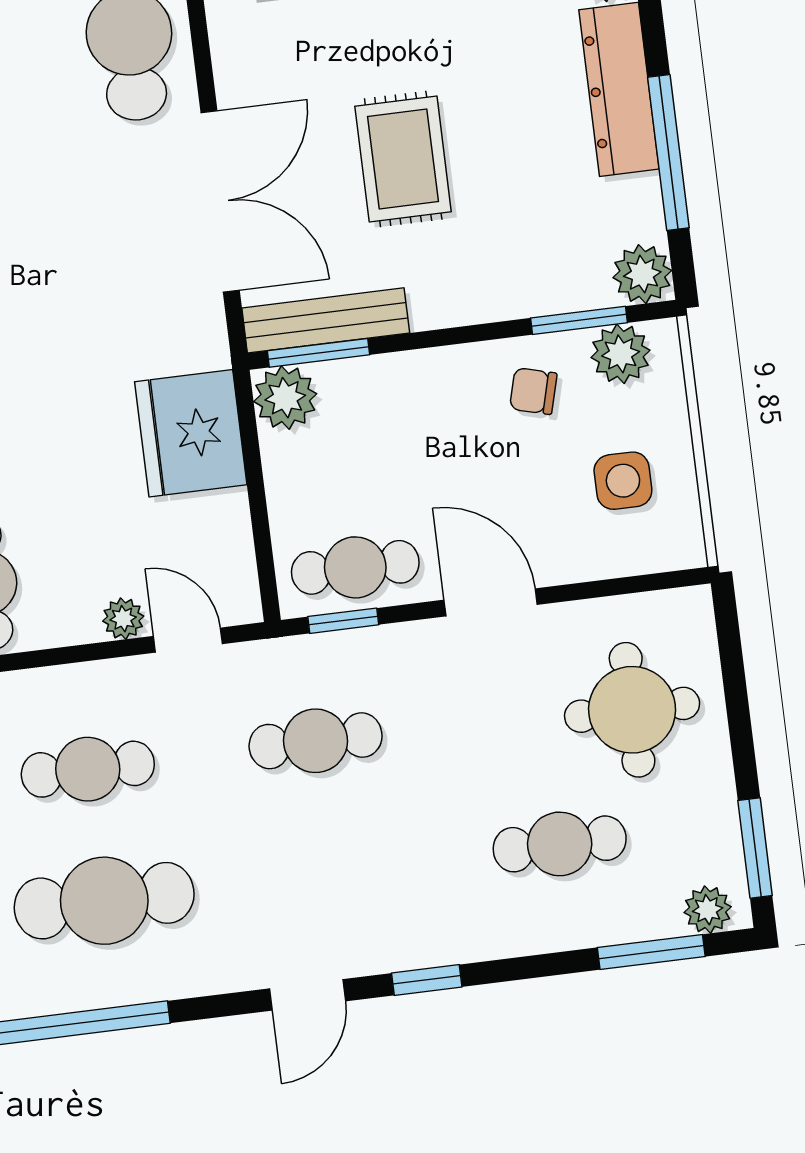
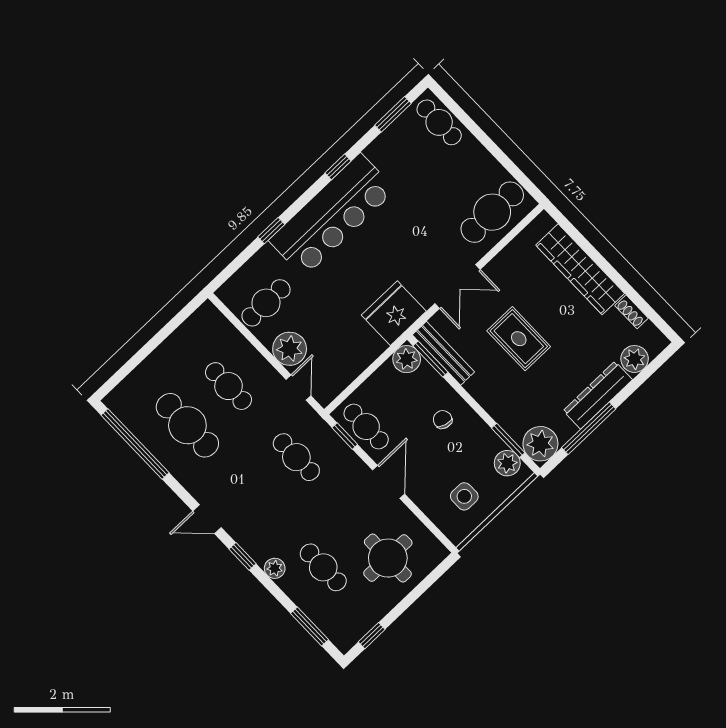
rug: (403, 159) -> (519, 339), turned 90
double door: (220, 201) -> (457, 287), width x0.73
plant: (642, 274) -> (540, 444), width x1.36, depth x1.36
chair: (533, 391) -> (443, 419), moved
fridge: (191, 433) -> (394, 313), moved
plant: (123, 619) -> (290, 349), width x1.88, depth x1.88
window: (755, 848) -> (372, 636), width x0.67
plant: (708, 910) -> (275, 568), moved

